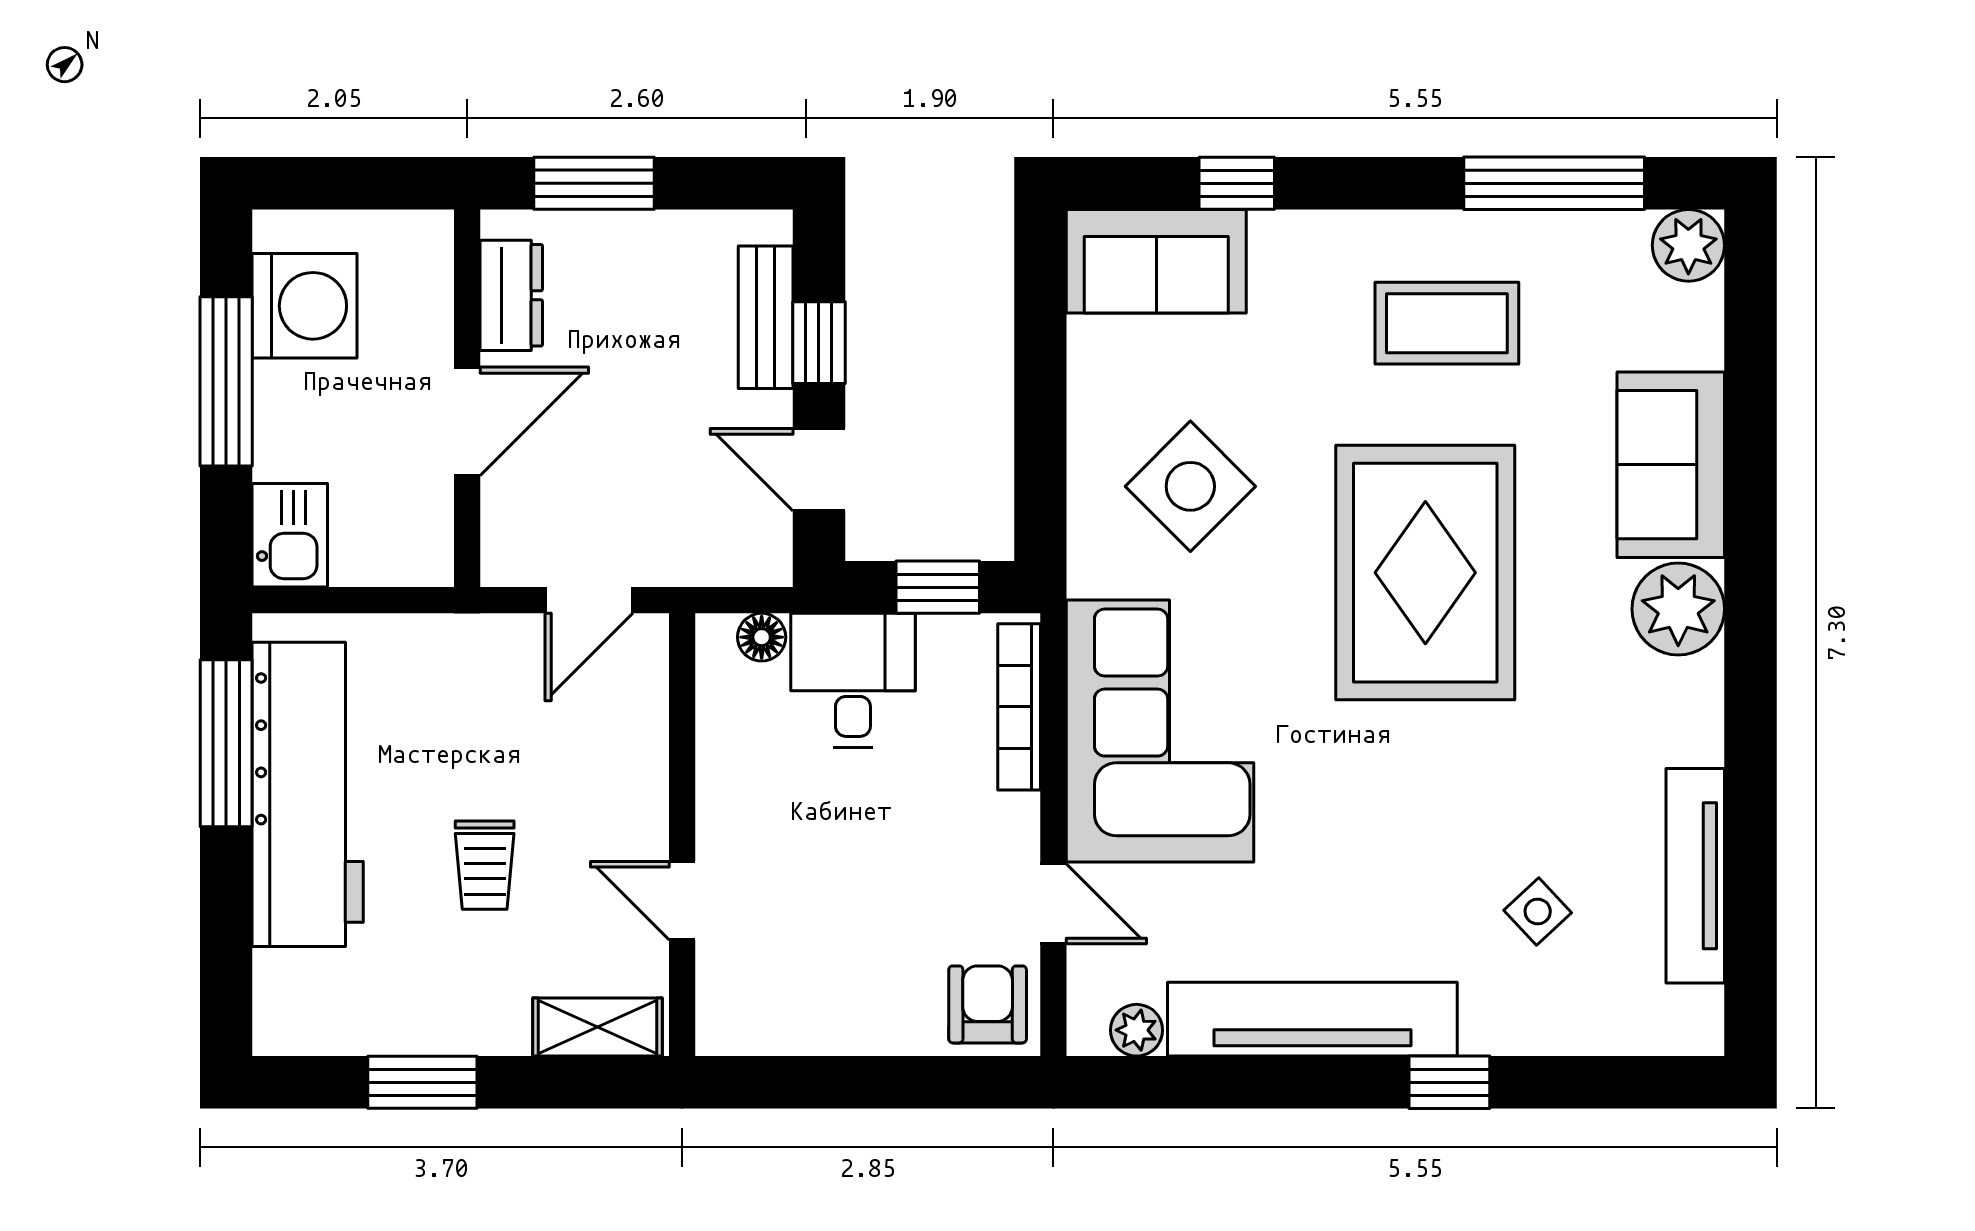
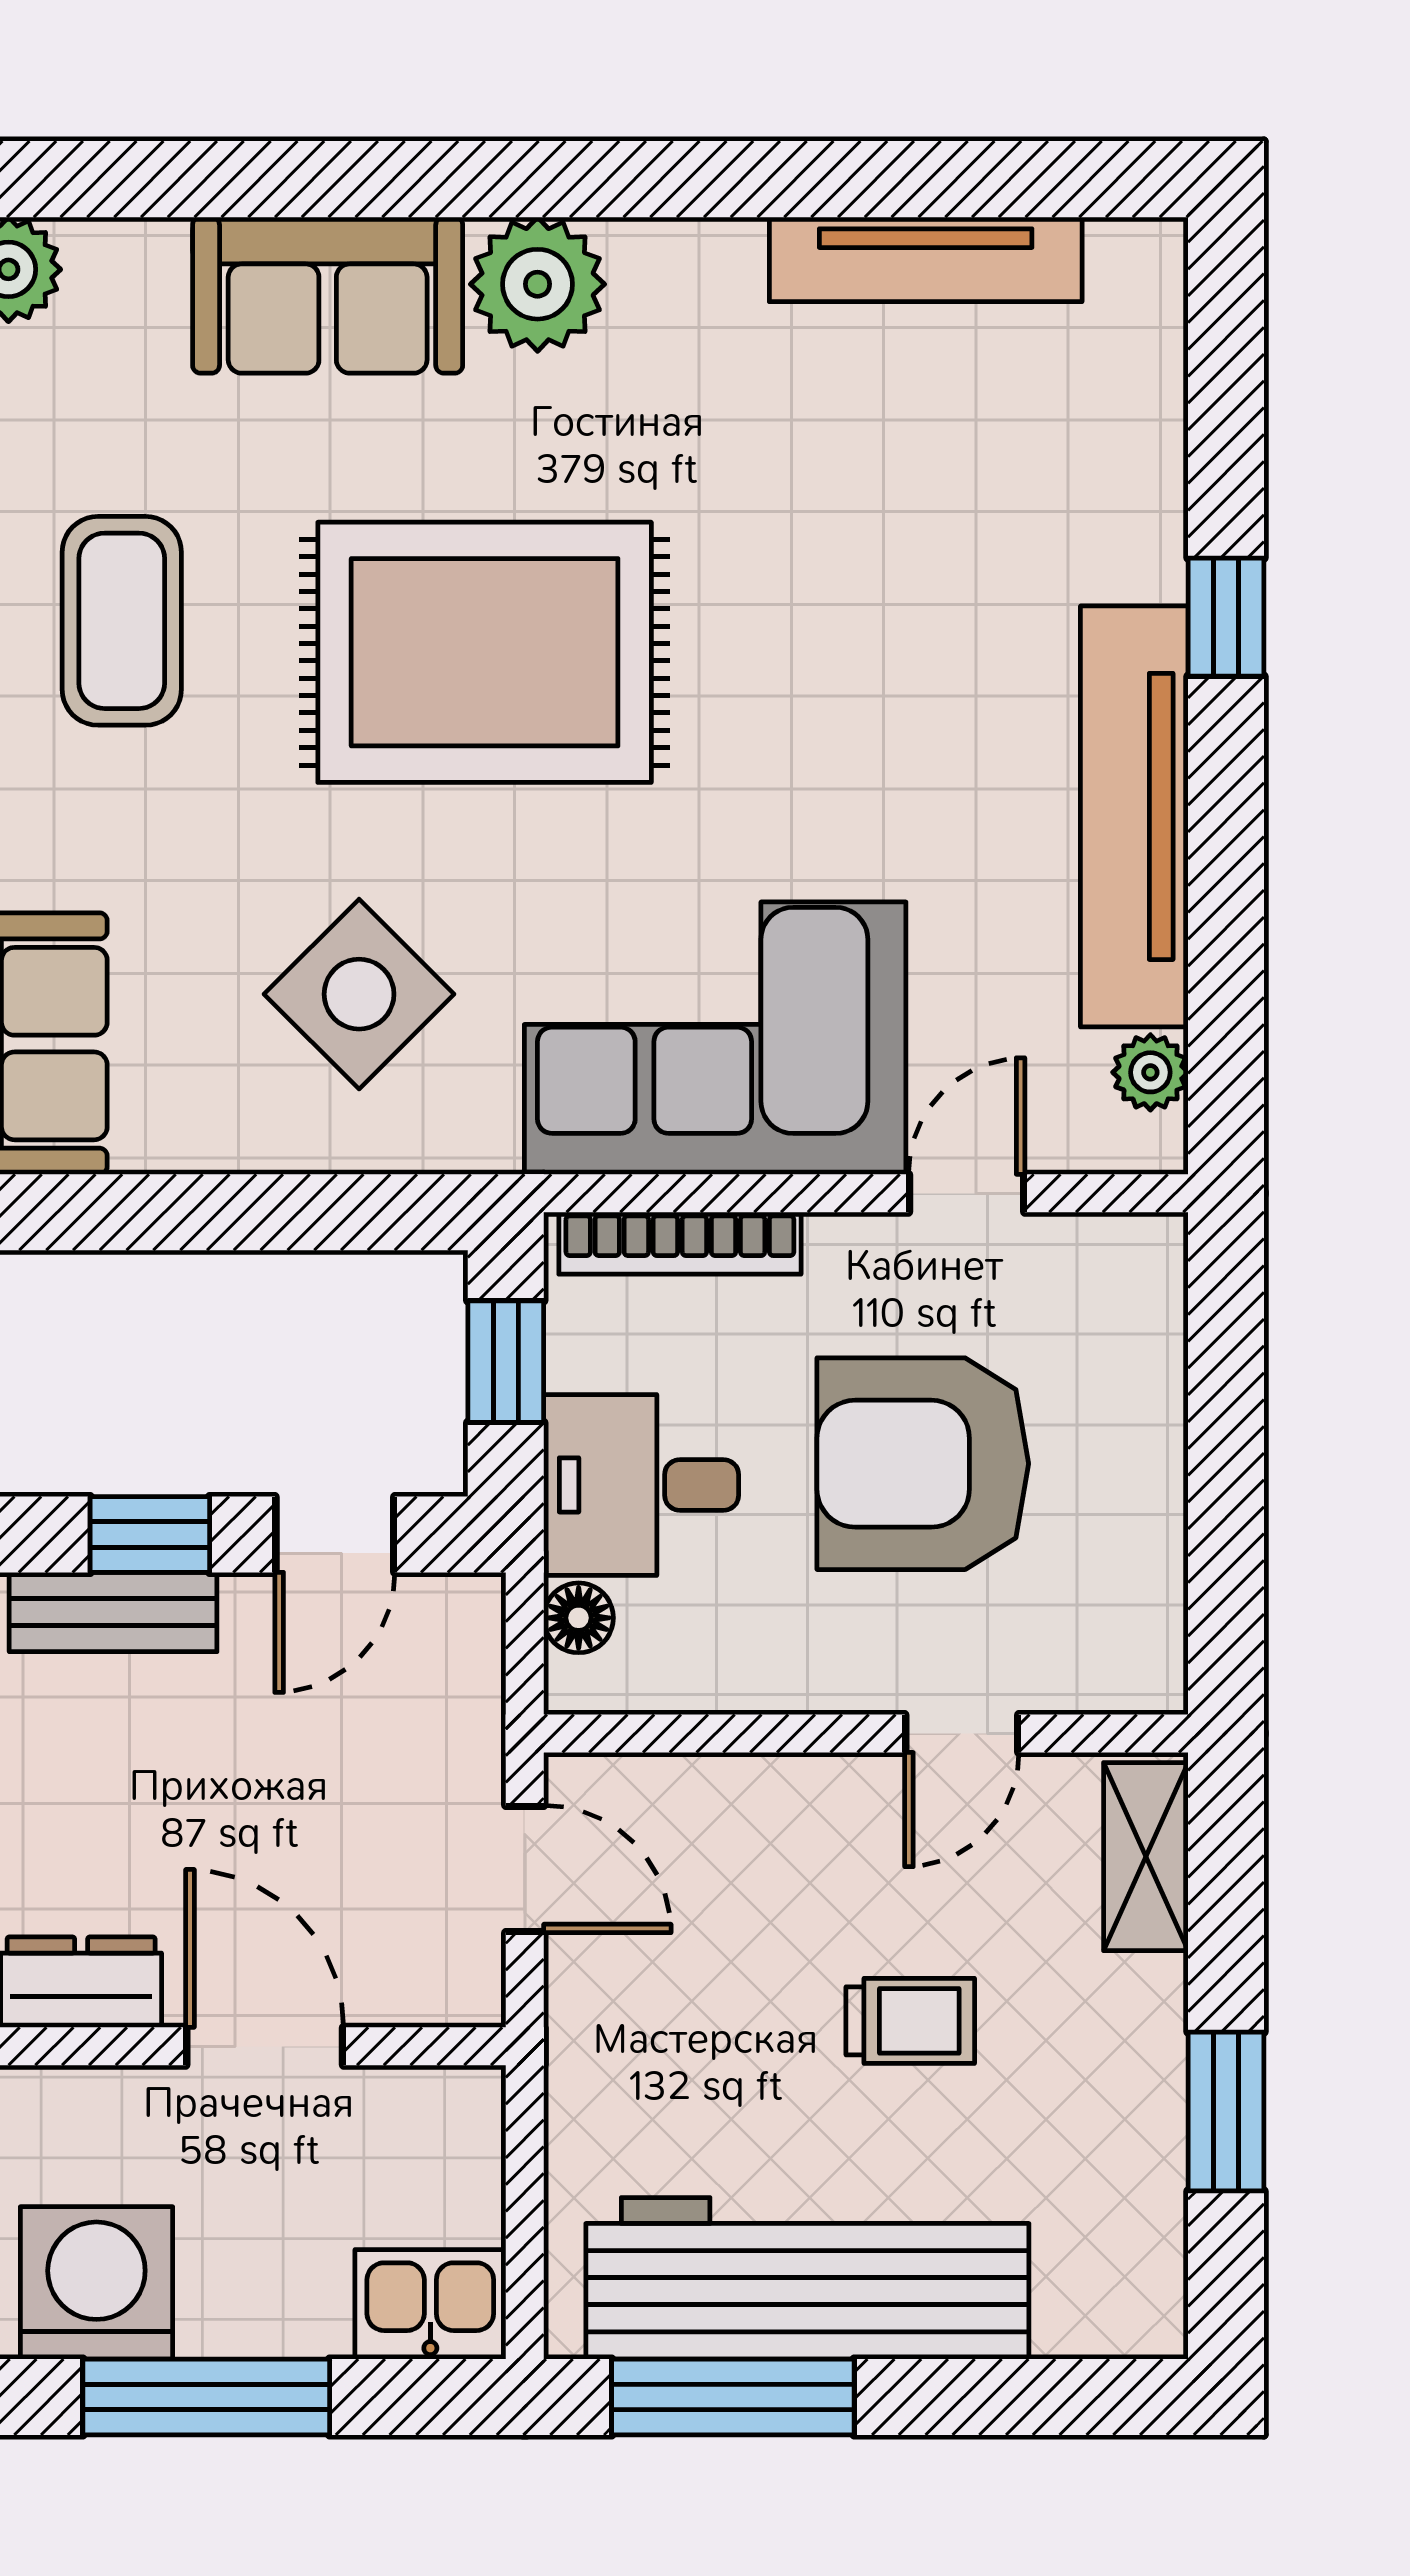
side table: (1538, 912) -> (978, 489), removed
armchair: (988, 1004) -> (923, 1464), moved, width x1.88, depth x1.88

